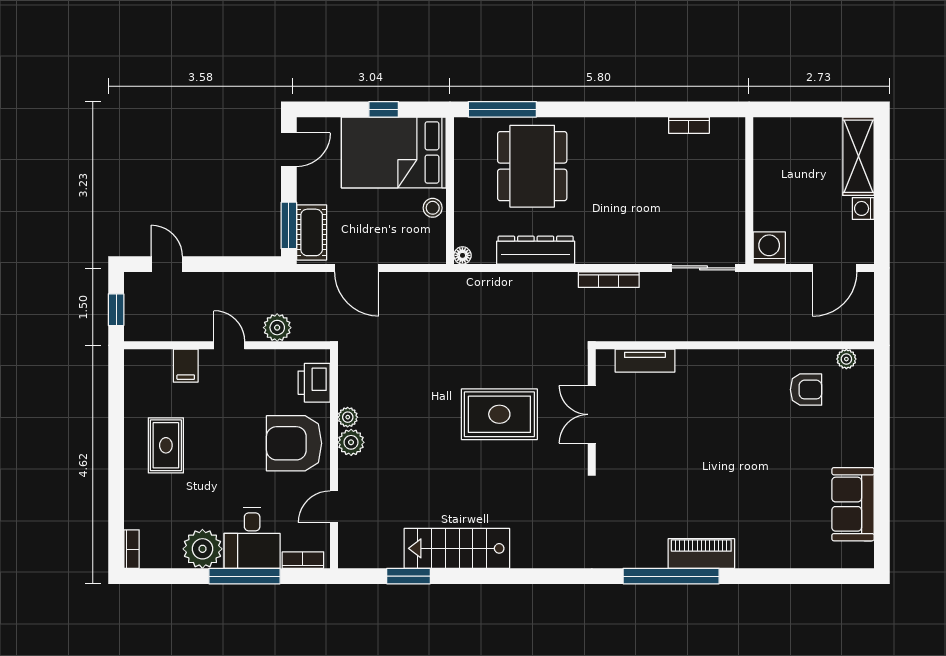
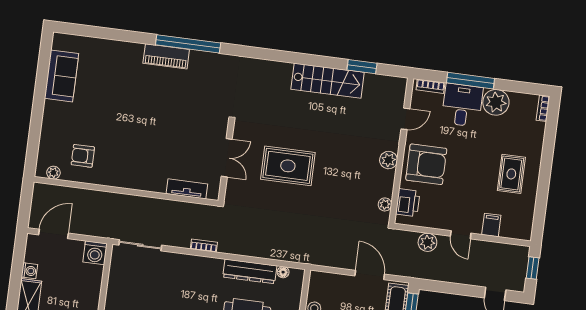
floor lamp: (462, 255) -> (283, 272), moved
bookcase: (609, 280) -> (204, 246), width x0.64
plant: (348, 417) -> (385, 204), moved

